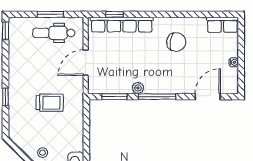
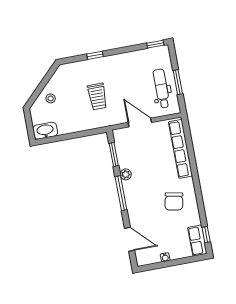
window: (115, 14) -> (206, 235), moved

